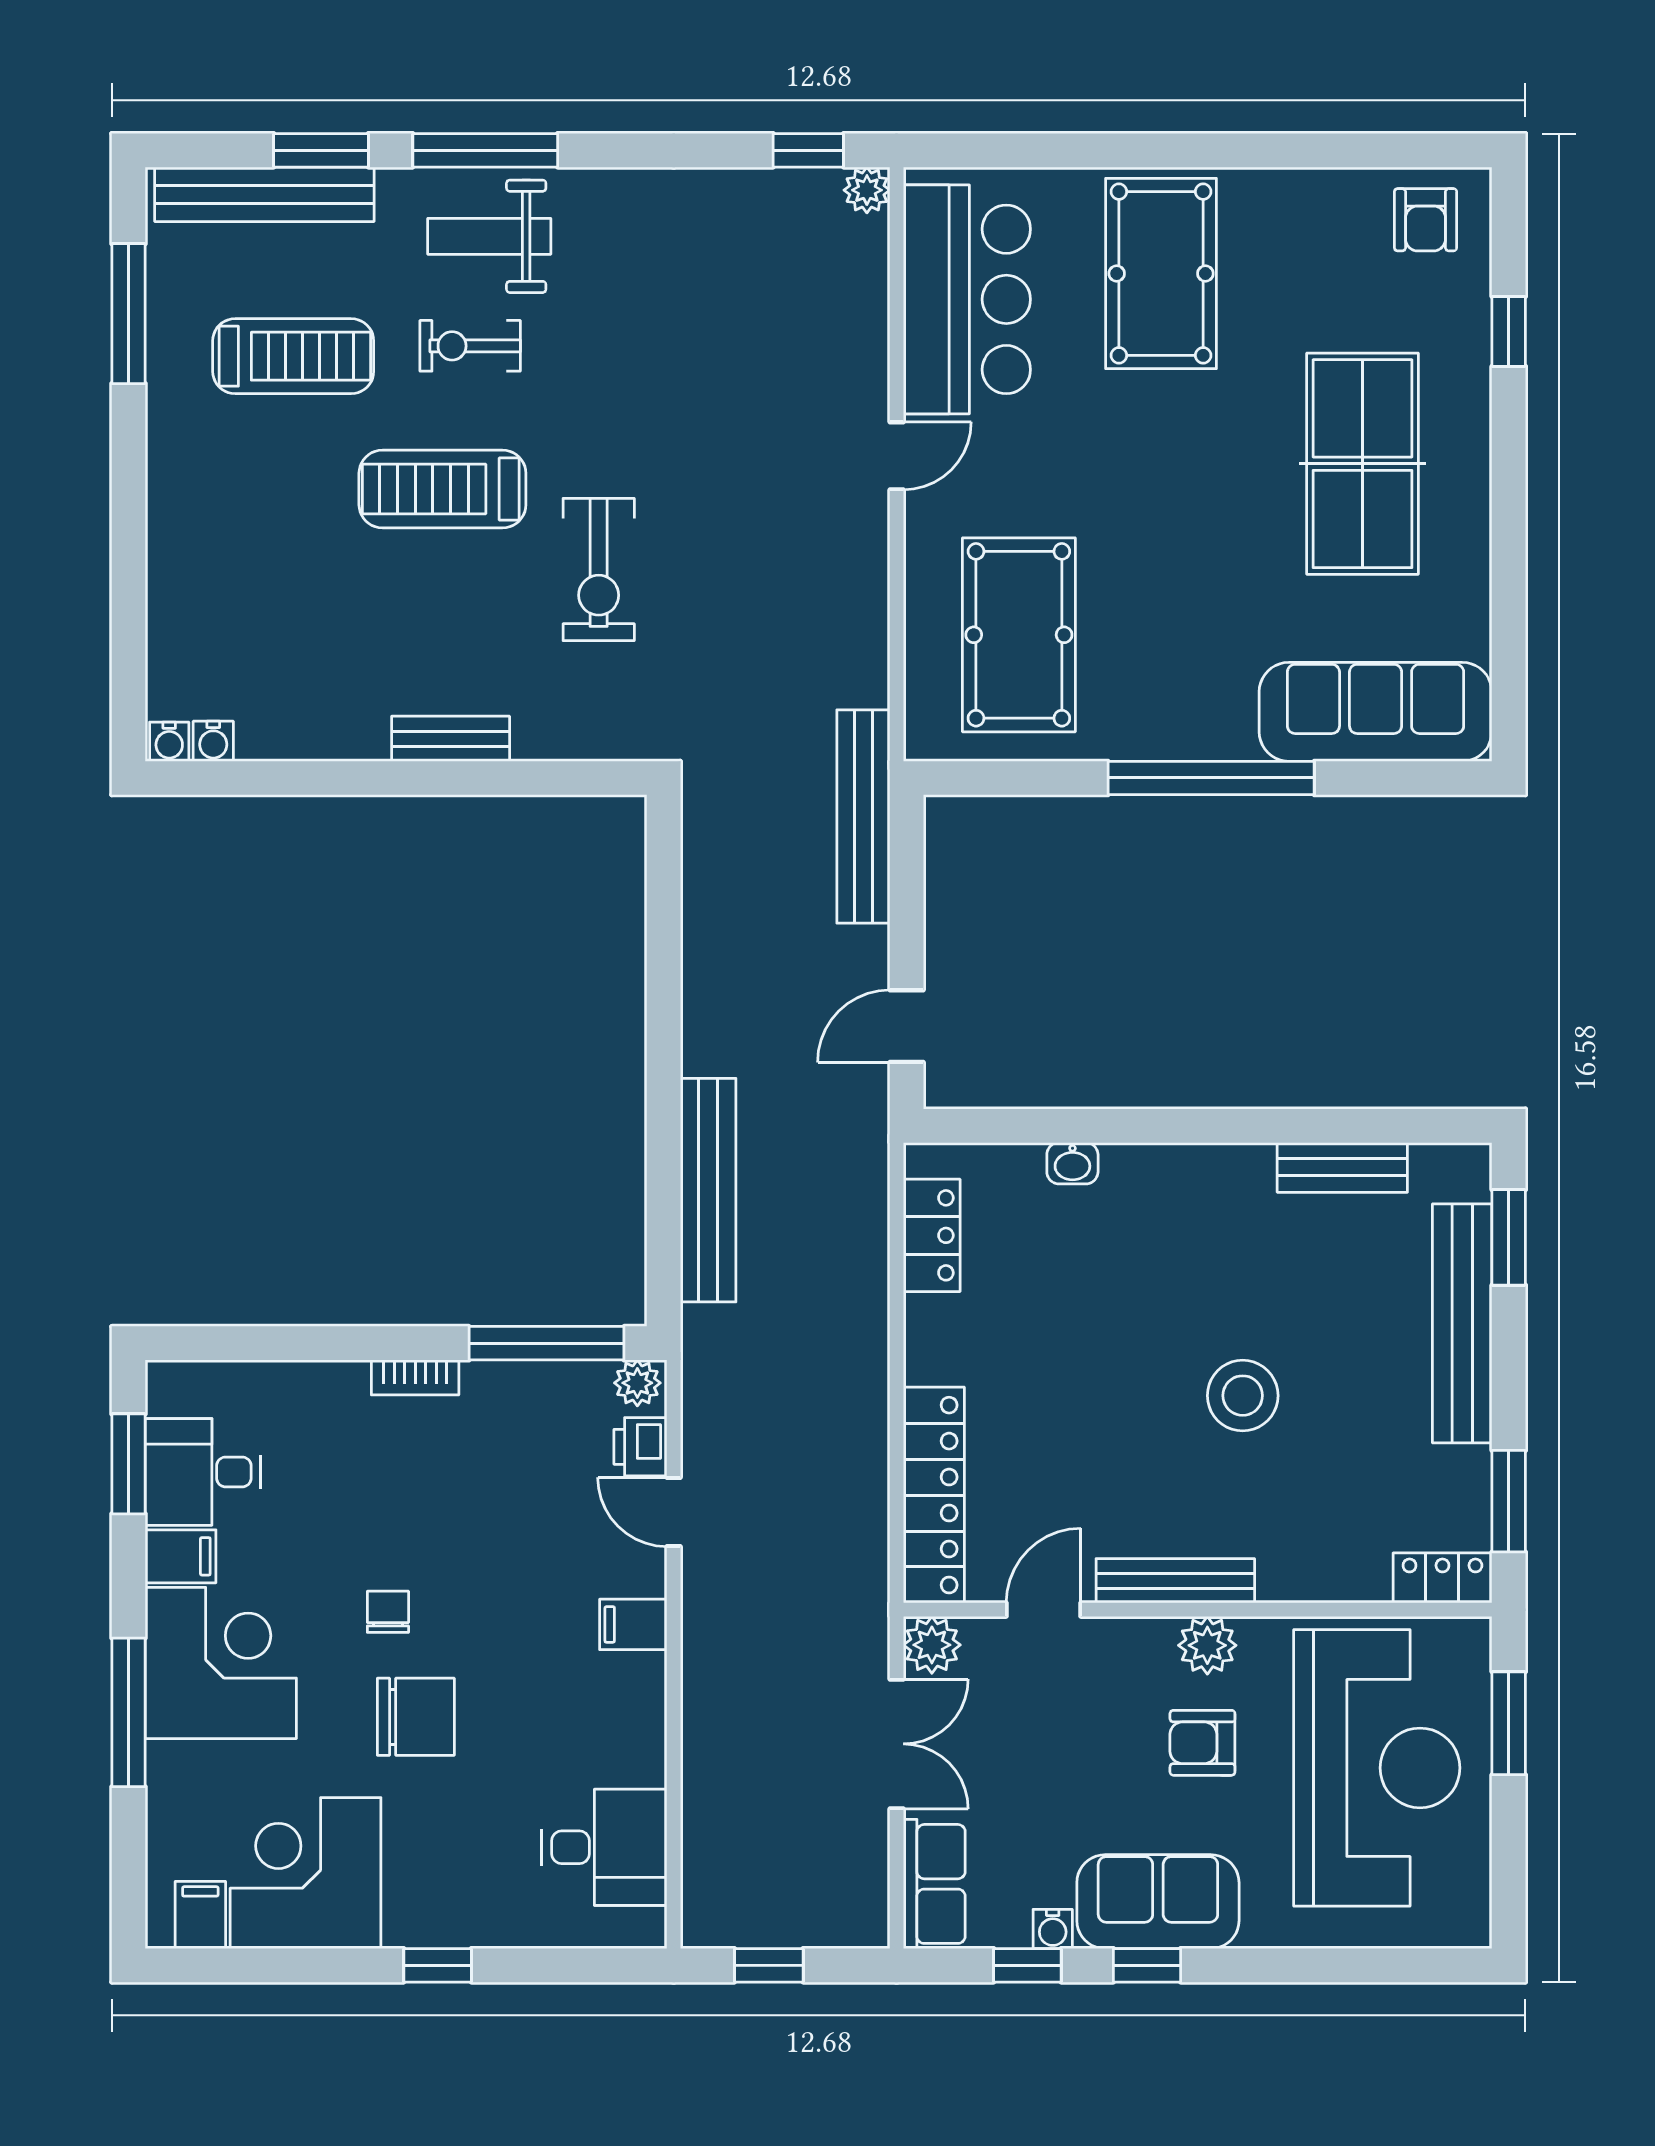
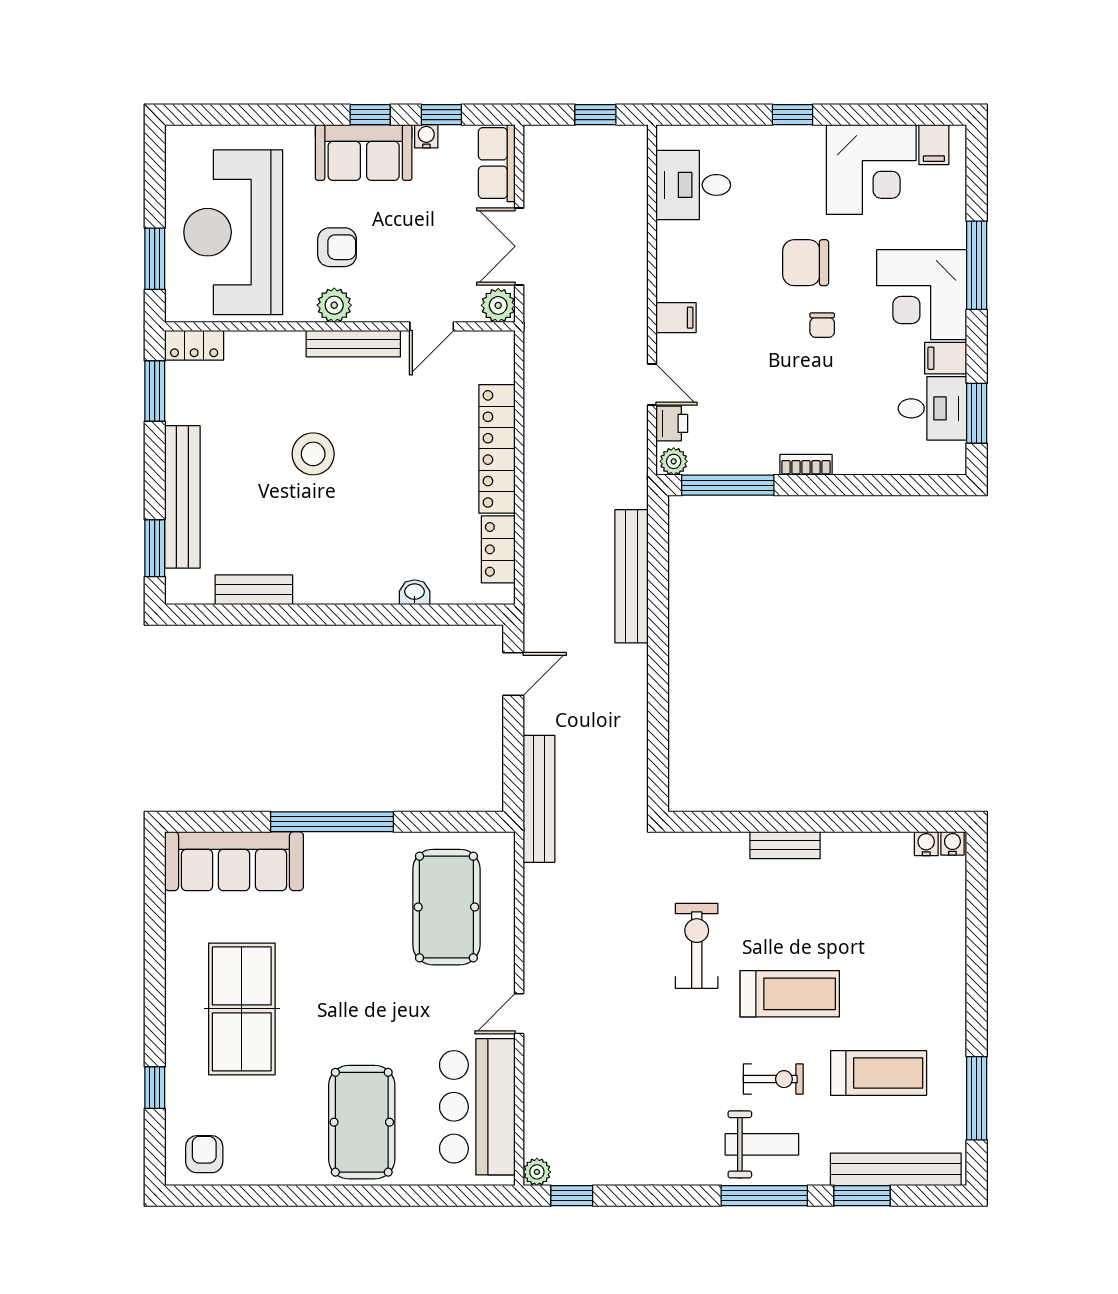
treadmill: (293, 356) -> (879, 1073), turned 180
locker: (934, 1495) -> (497, 449), moved

